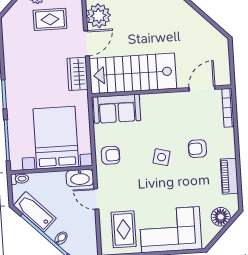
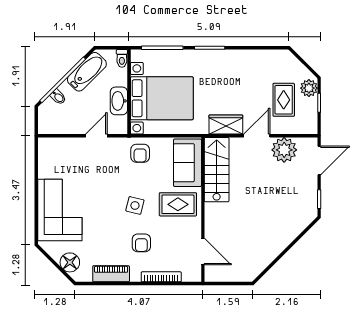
door: (86, 43) -> (257, 136), swing flipped
stairs: (133, 73) -> (217, 170), width x0.73, depth x0.66
bookcase: (228, 108) -> (161, 277), moved
armchair: (197, 149) -> (141, 243), turned 180
washbasin: (80, 178) -> (119, 101), moved
rug: (124, 229) -> (178, 204), moved

